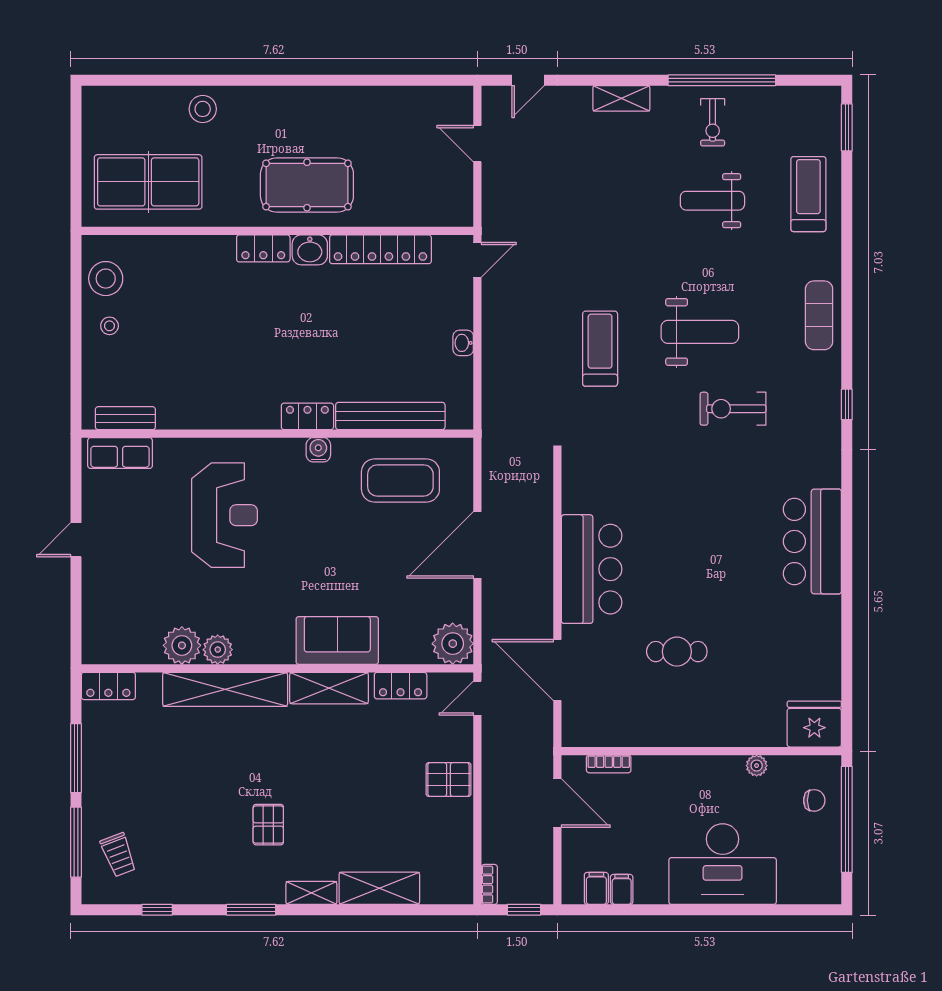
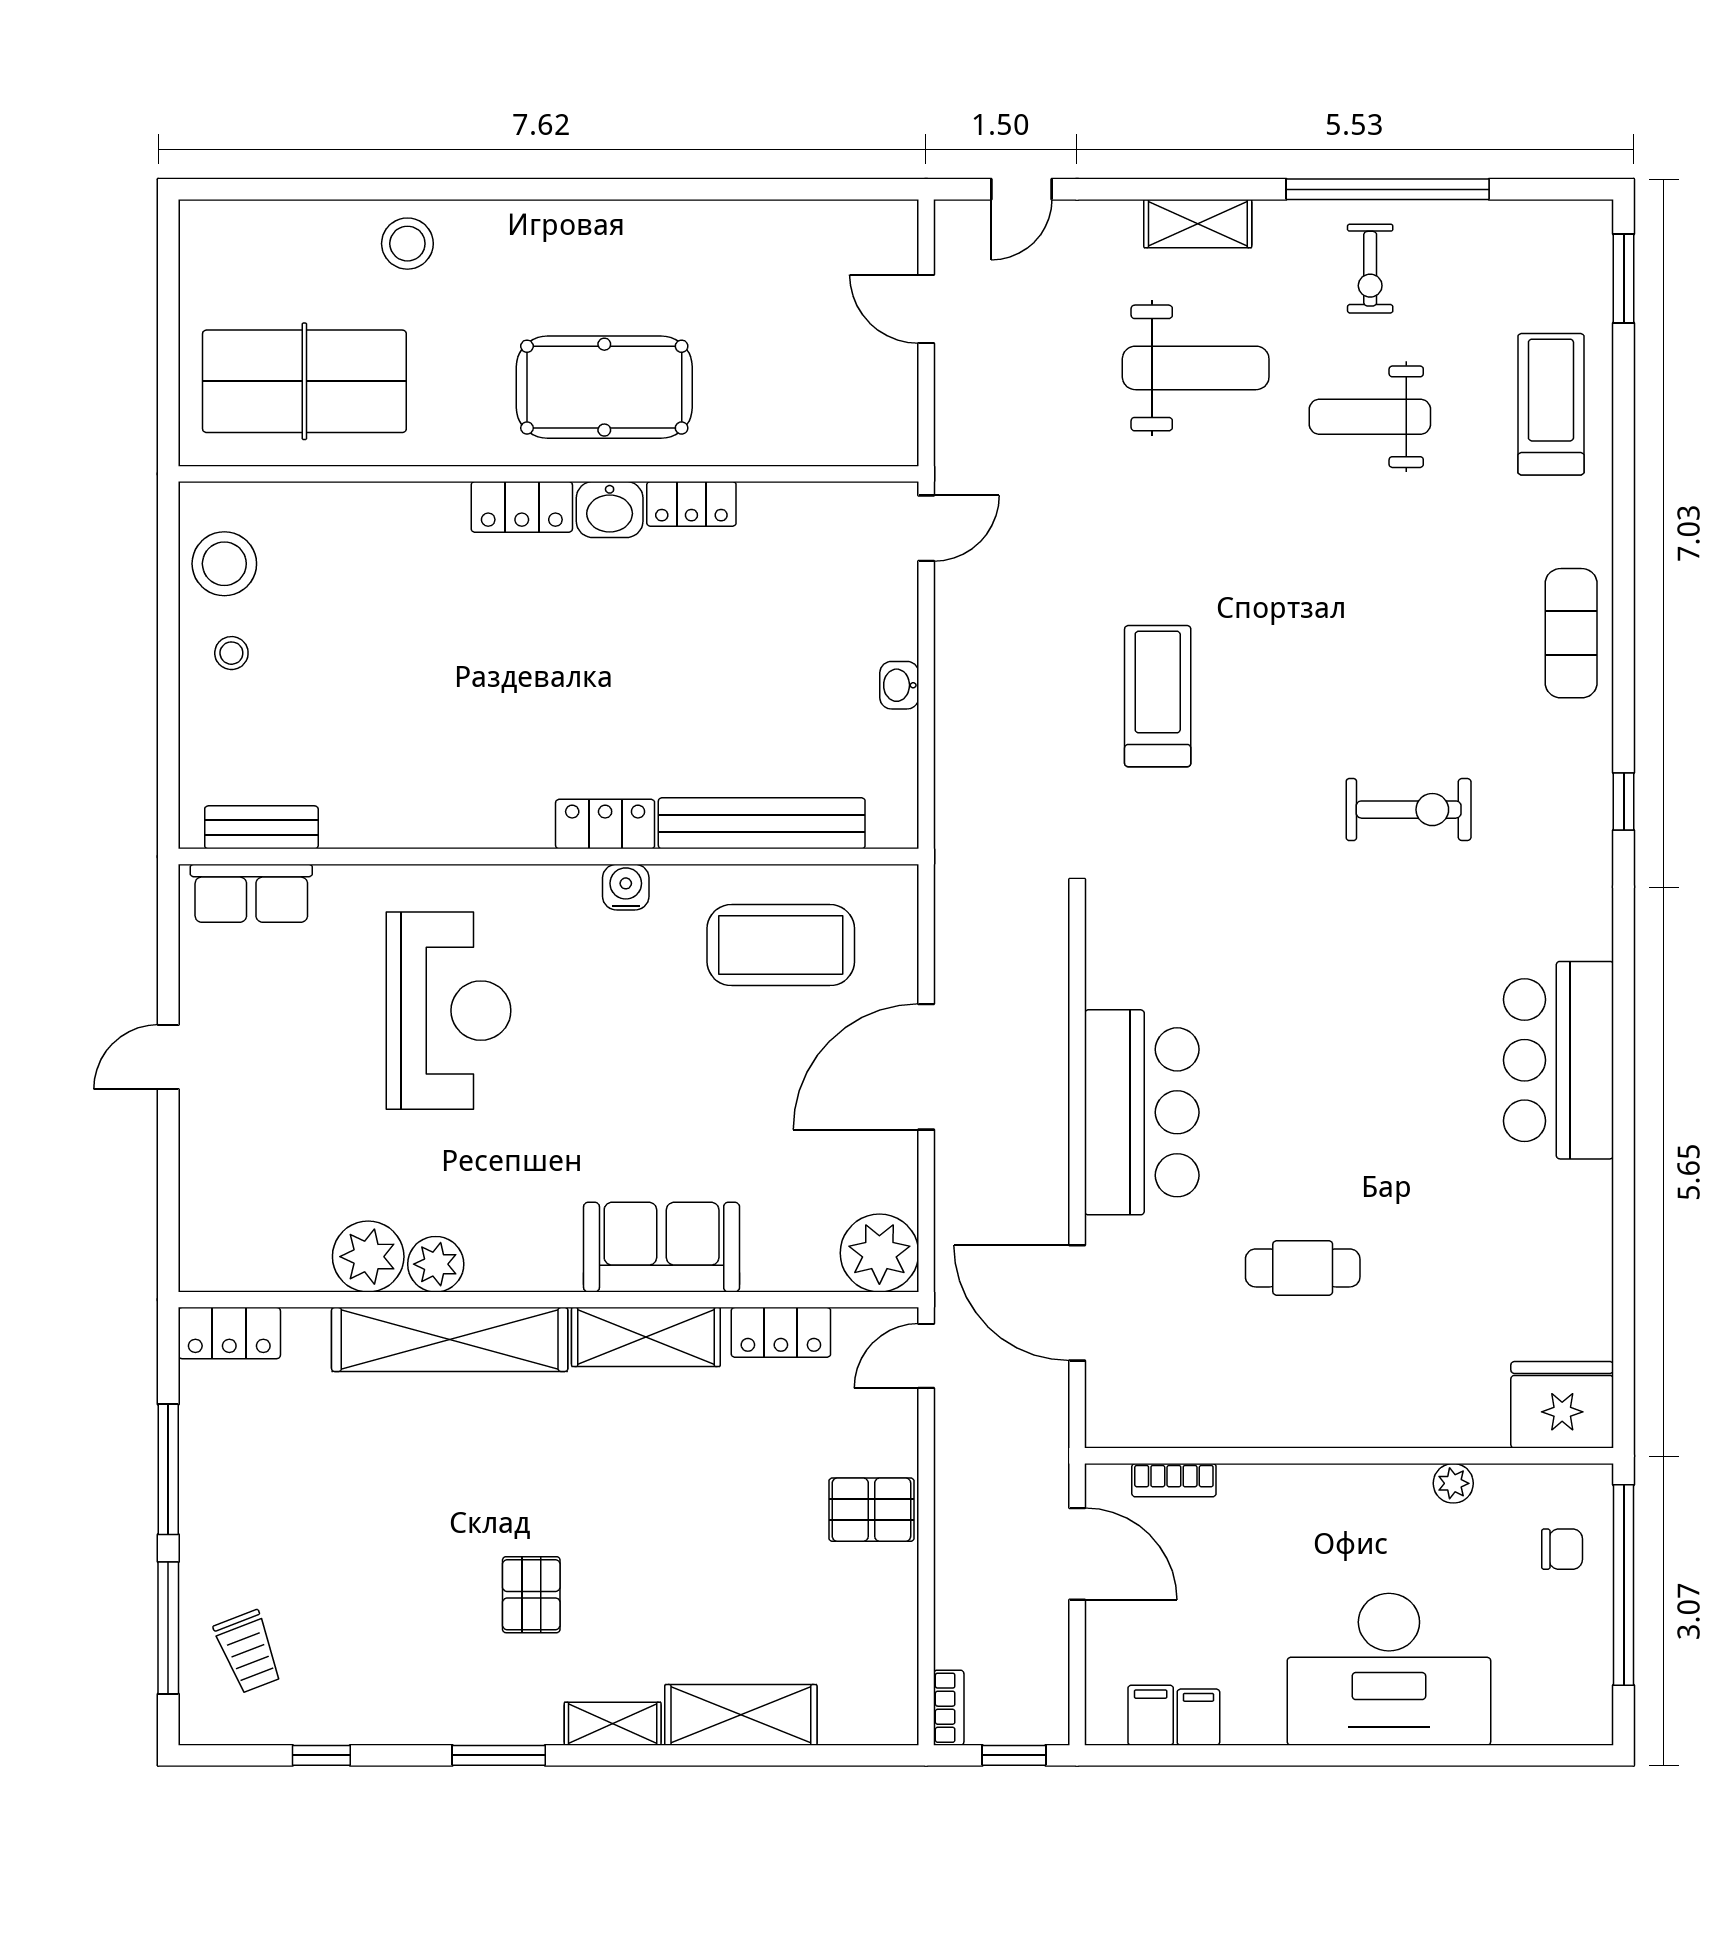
locker: (380, 249) -> (691, 504), width x0.46, depth x0.83
weight bench: (700, 332) -> (1196, 368), moved
exercise bike: (733, 409) -> (1409, 810), turned 180

